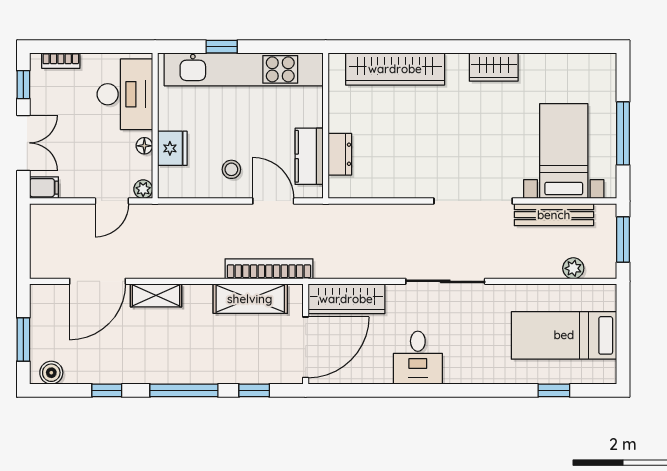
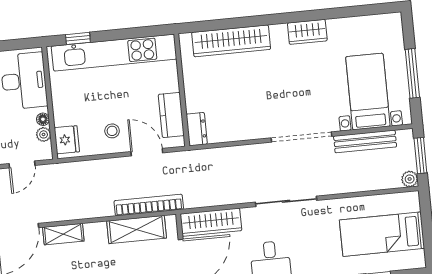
window: (222, 47) -> (78, 38), moved
fridge: (172, 148) -> (67, 140), moved
dresser: (340, 154) -> (197, 129), moved
plant: (143, 189) -> (44, 134), moved
plant: (573, 268) -> (410, 179), moved

